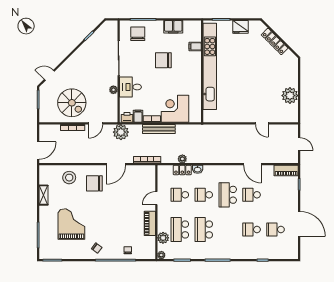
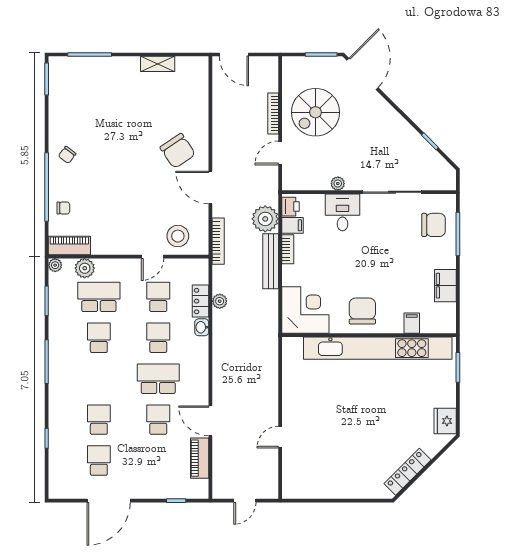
fridge: (240, 27) -> (445, 421), moved
locker: (275, 41) -> (408, 472), moved
chair: (163, 60) -> (362, 311), moved
door: (49, 75) -> (362, 74), width x1.87
plant: (290, 96) -> (328, 485), removed
corner desk: (175, 109) -> (305, 310), moved
door: (96, 123) -> (280, 153), hinge flipped
plant: (121, 132) -> (265, 219), moved
door: (252, 164) -> (210, 421), hinge flipped
piano: (286, 171) -> (200, 458), moved
stool: (69, 178) -> (178, 236), moved
chair: (94, 183) -> (178, 151), turned 146
door: (156, 198) -> (153, 257), swing flipped
piano: (150, 223) -> (69, 246), moved
grand piano: (71, 224) -> (108, 111), removed
school desk: (204, 230) -> (99, 338), width x0.54

